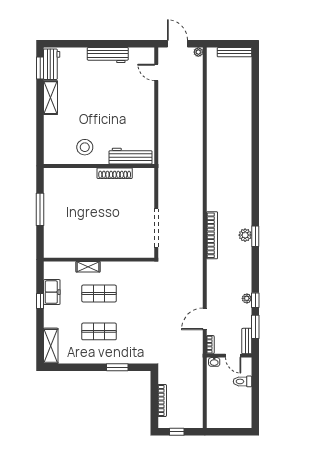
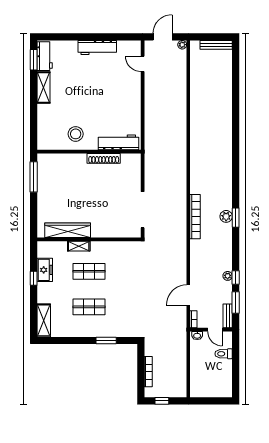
door: (177, 44) -> (163, 37), hinge flipped
window: (40, 209) -> (34, 177), moved
wardrobe: (76, 250) -> (68, 230), added

